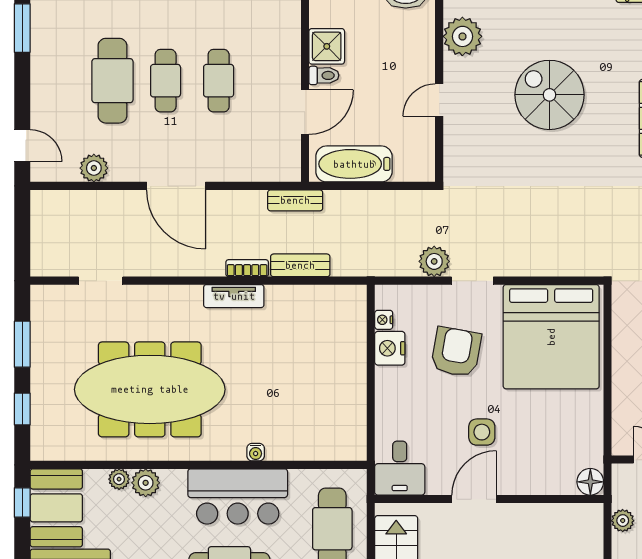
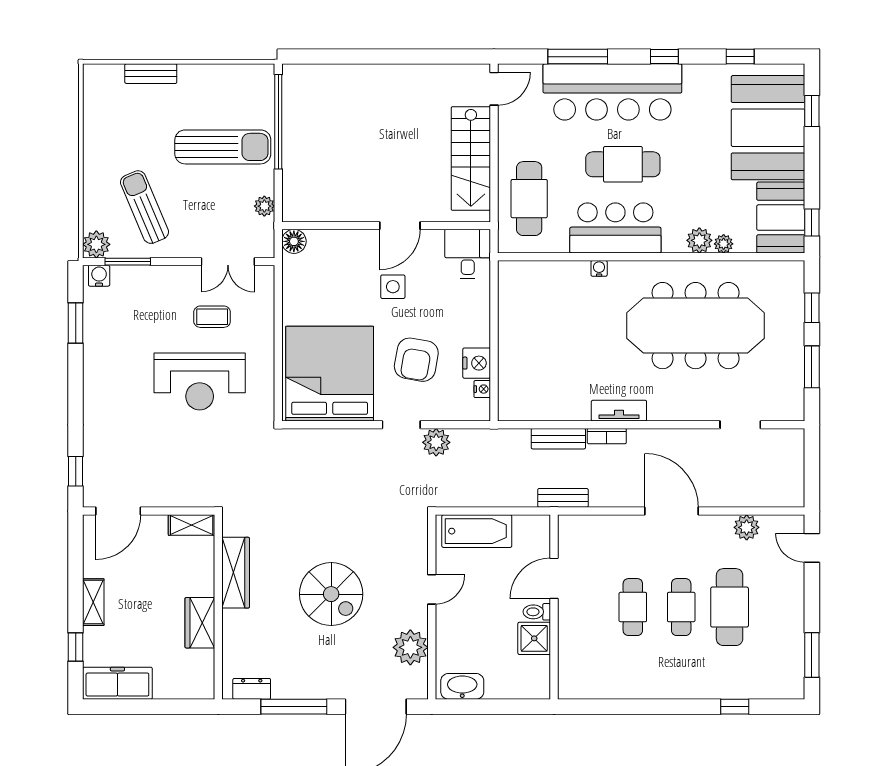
bathtub: (354, 164) -> (477, 531), moved

